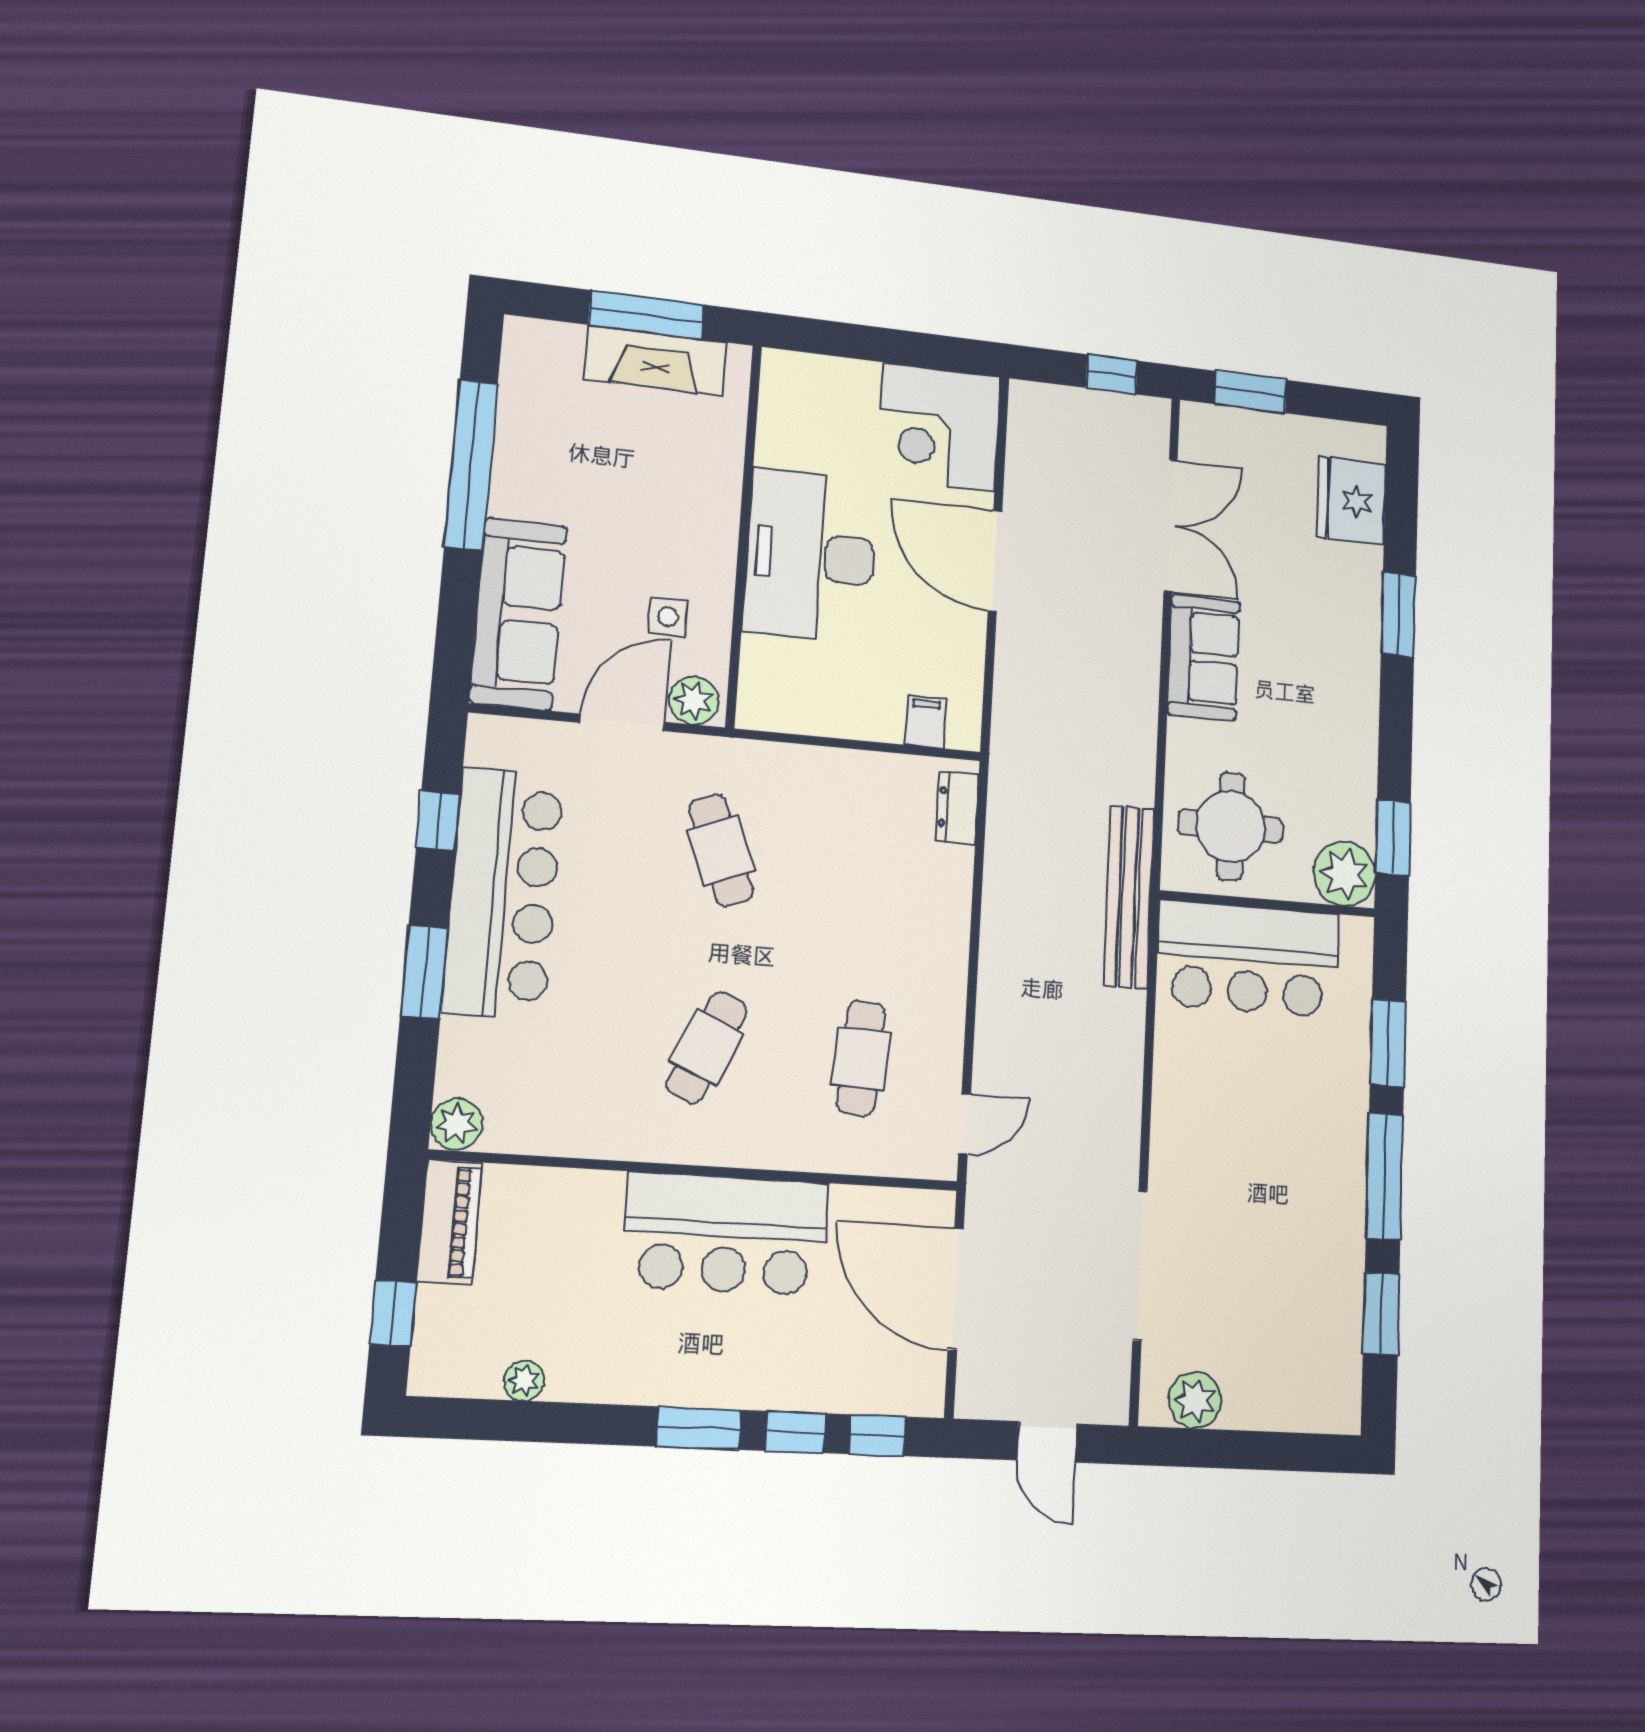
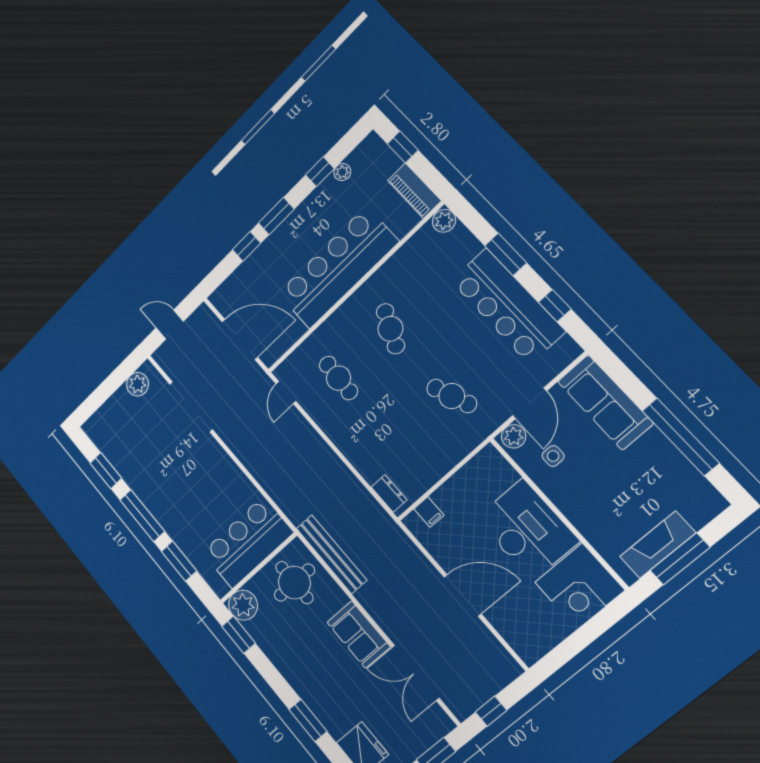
corner desk: (939, 427) -> (580, 586), moved, turned 180
bench: (1129, 897) -> (331, 554), moved
bar counter: (726, 1234) -> (338, 268), width x1.36
window: (877, 1435) -> (320, 172), moved

